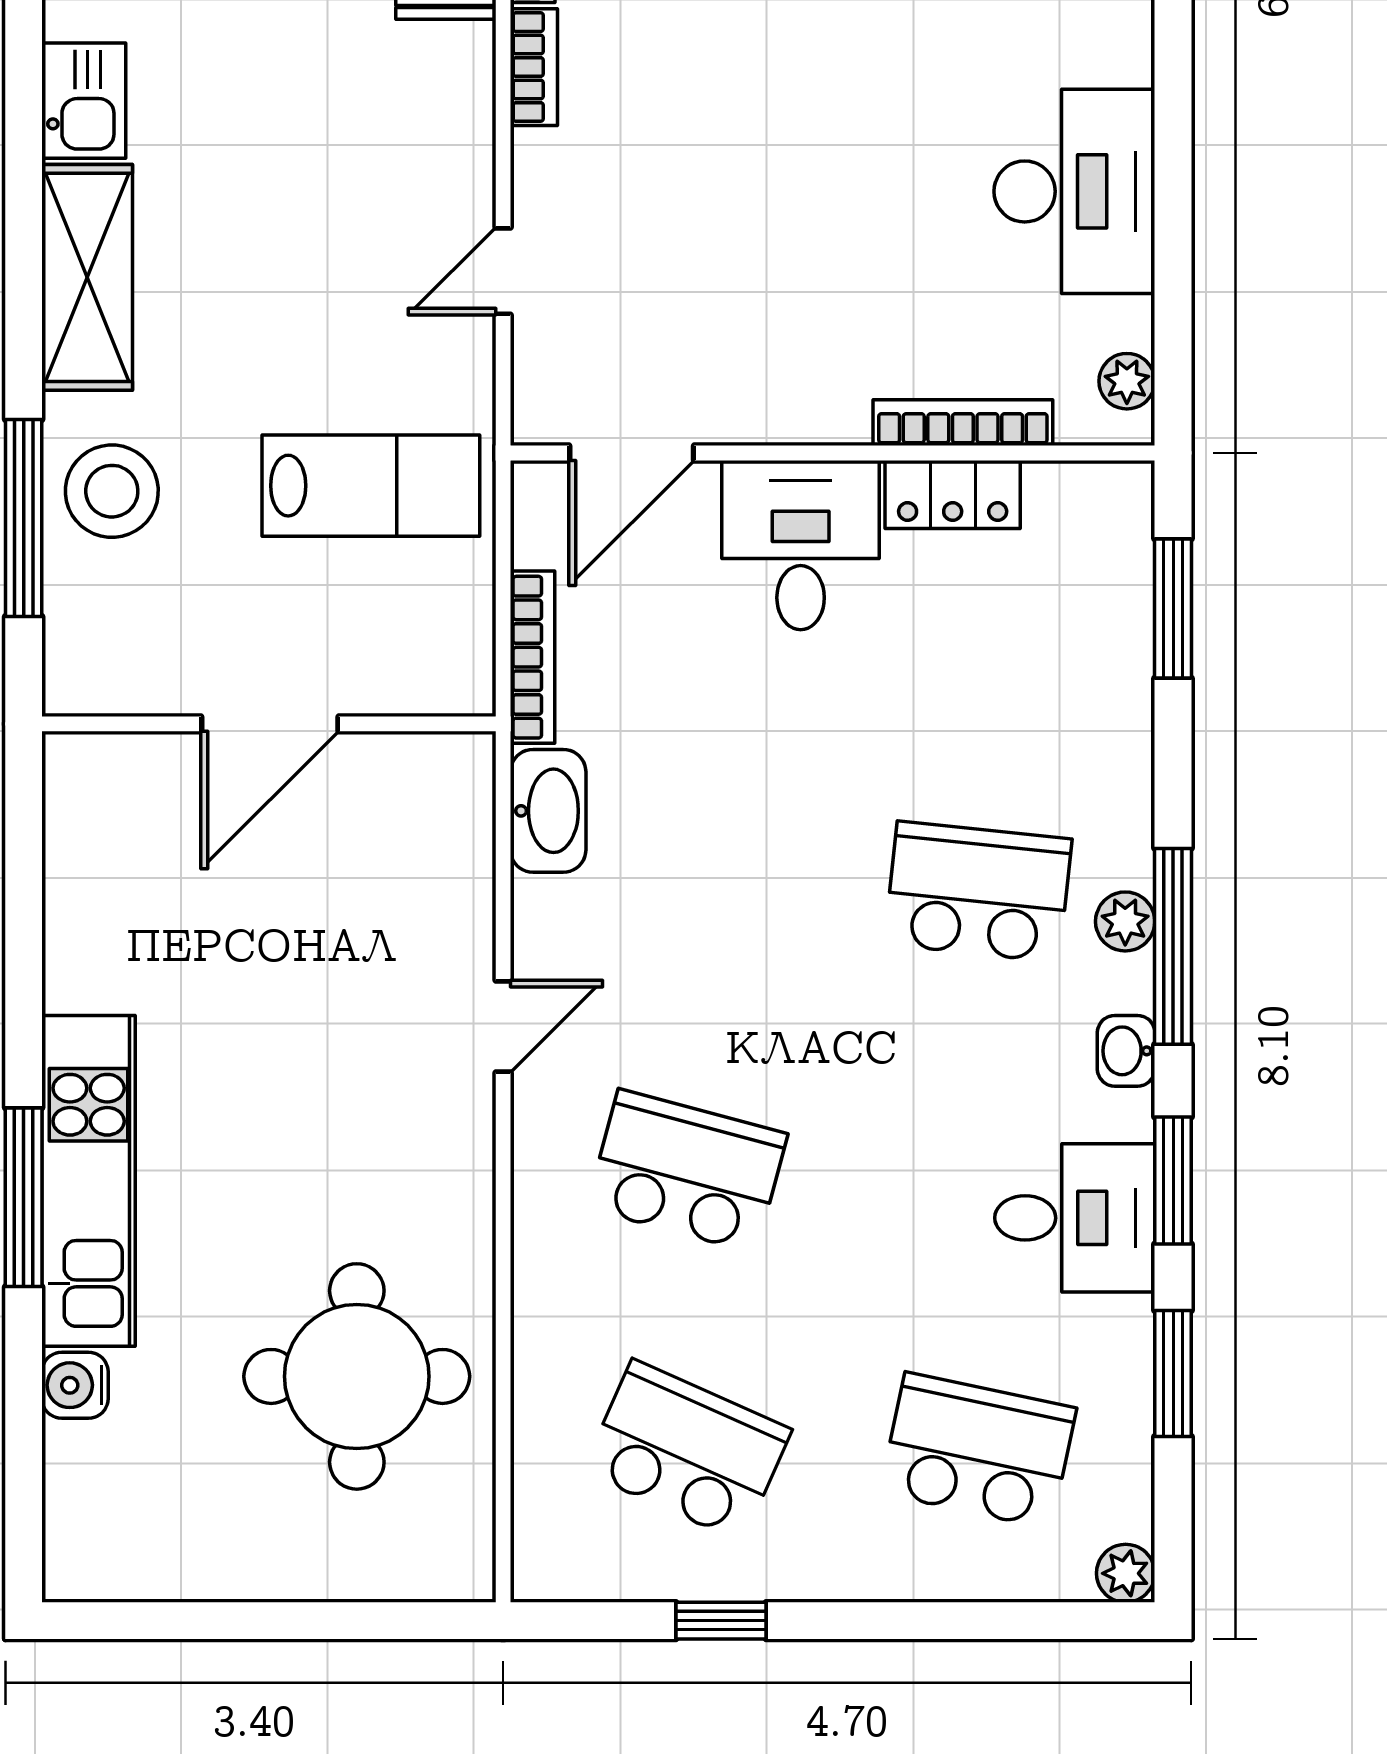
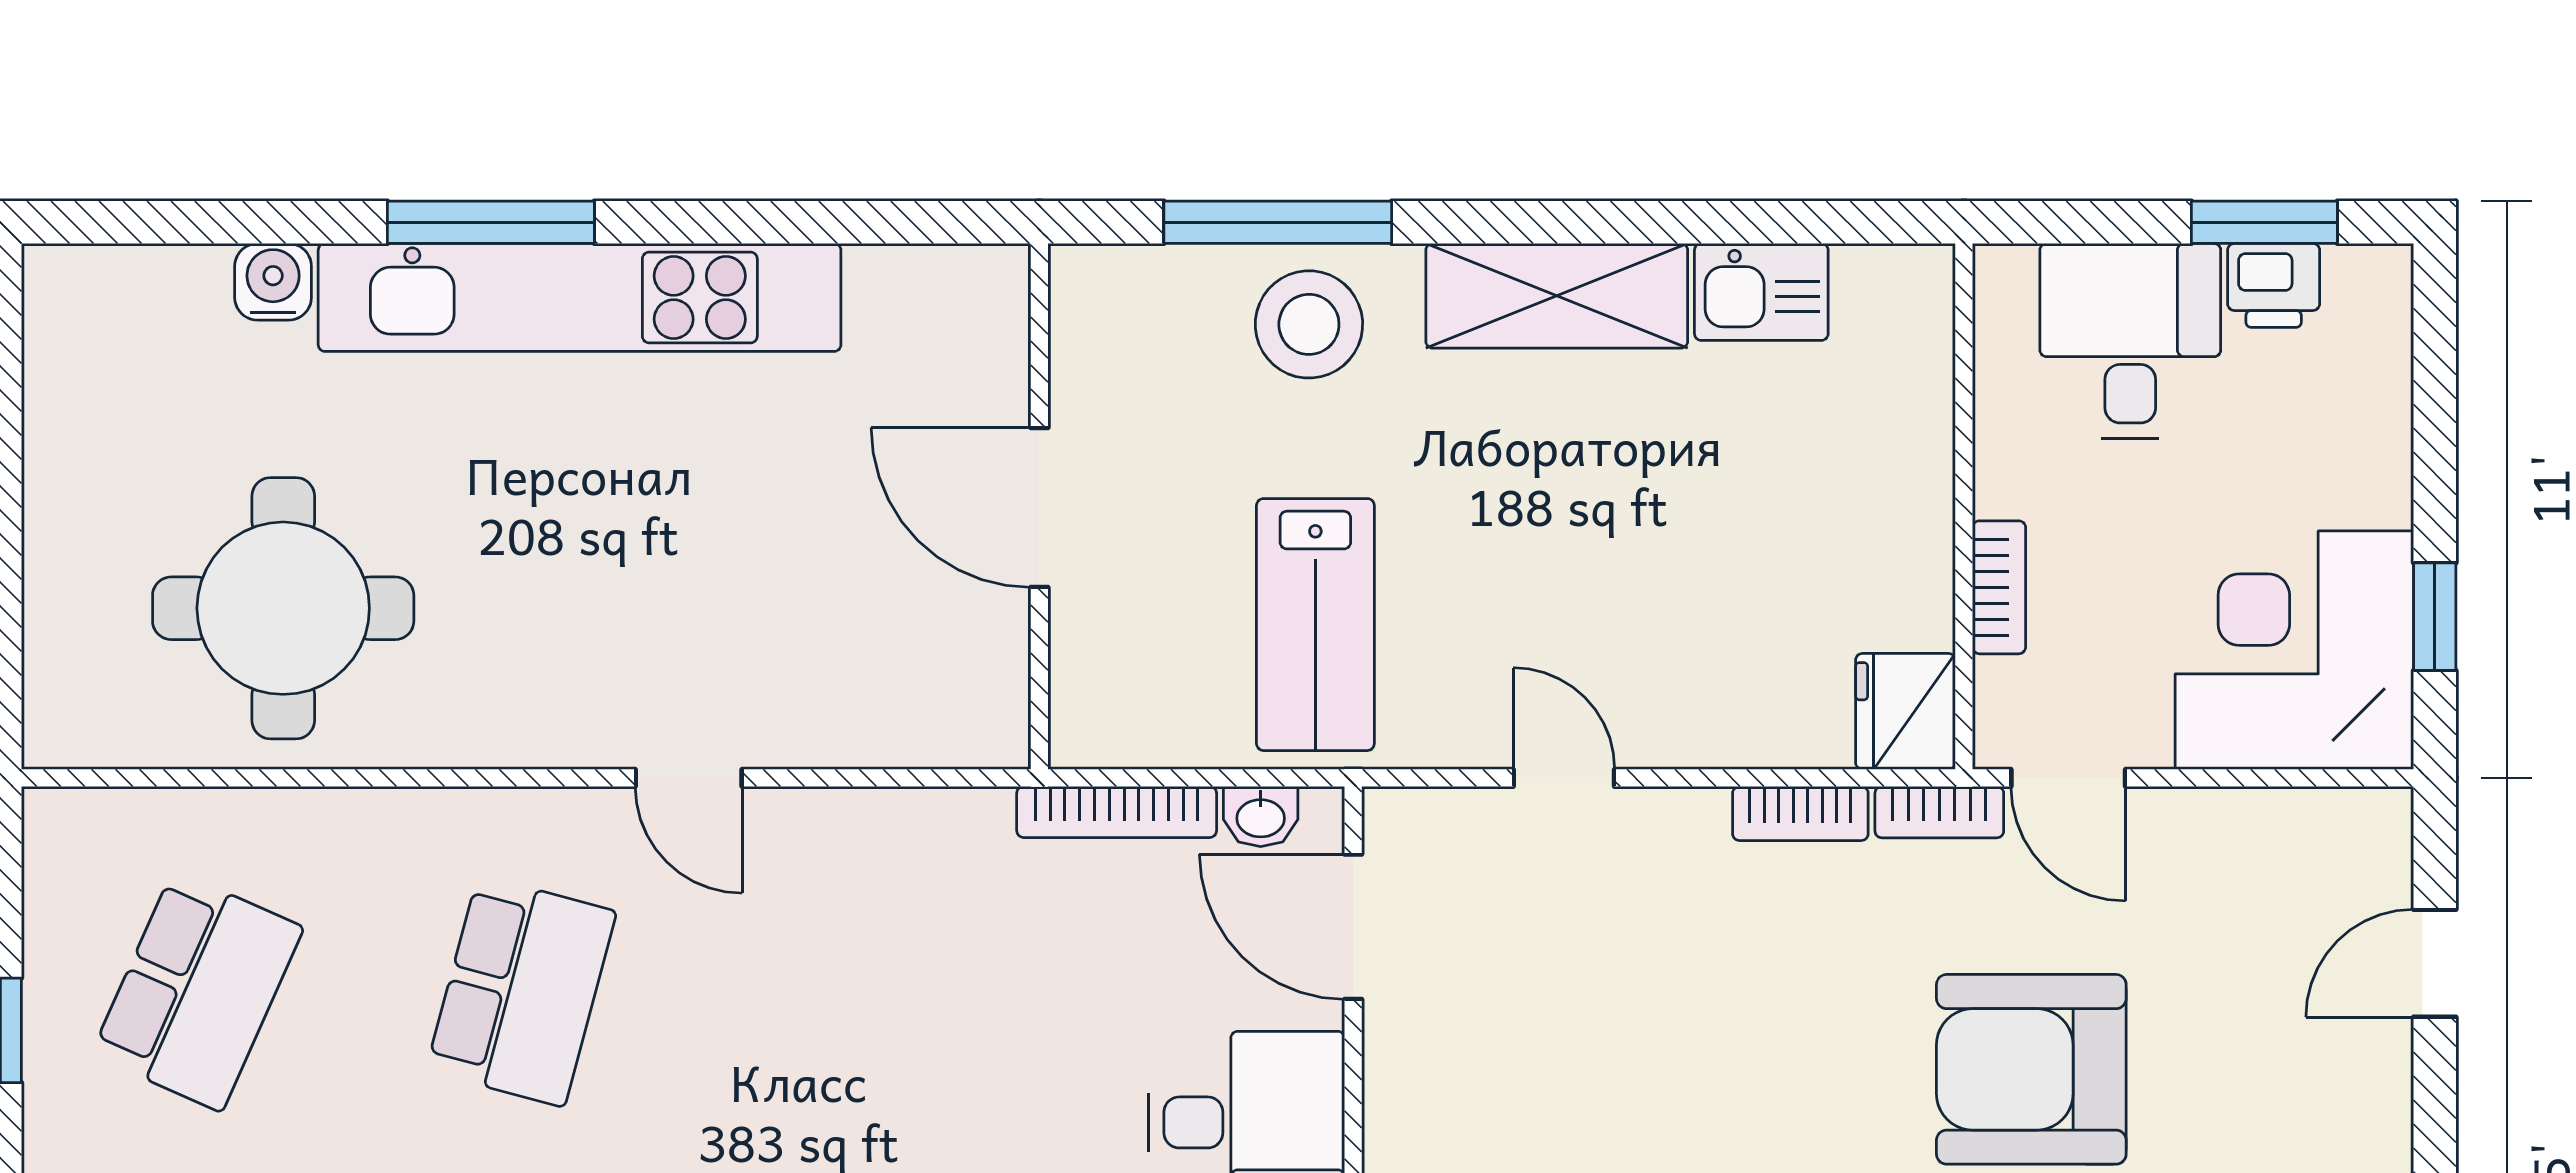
washbasin: (548, 811) -> (1261, 816), moved, width x0.52, depth x0.69
kitchen unit: (89, 1181) -> (580, 297), width x1.36

